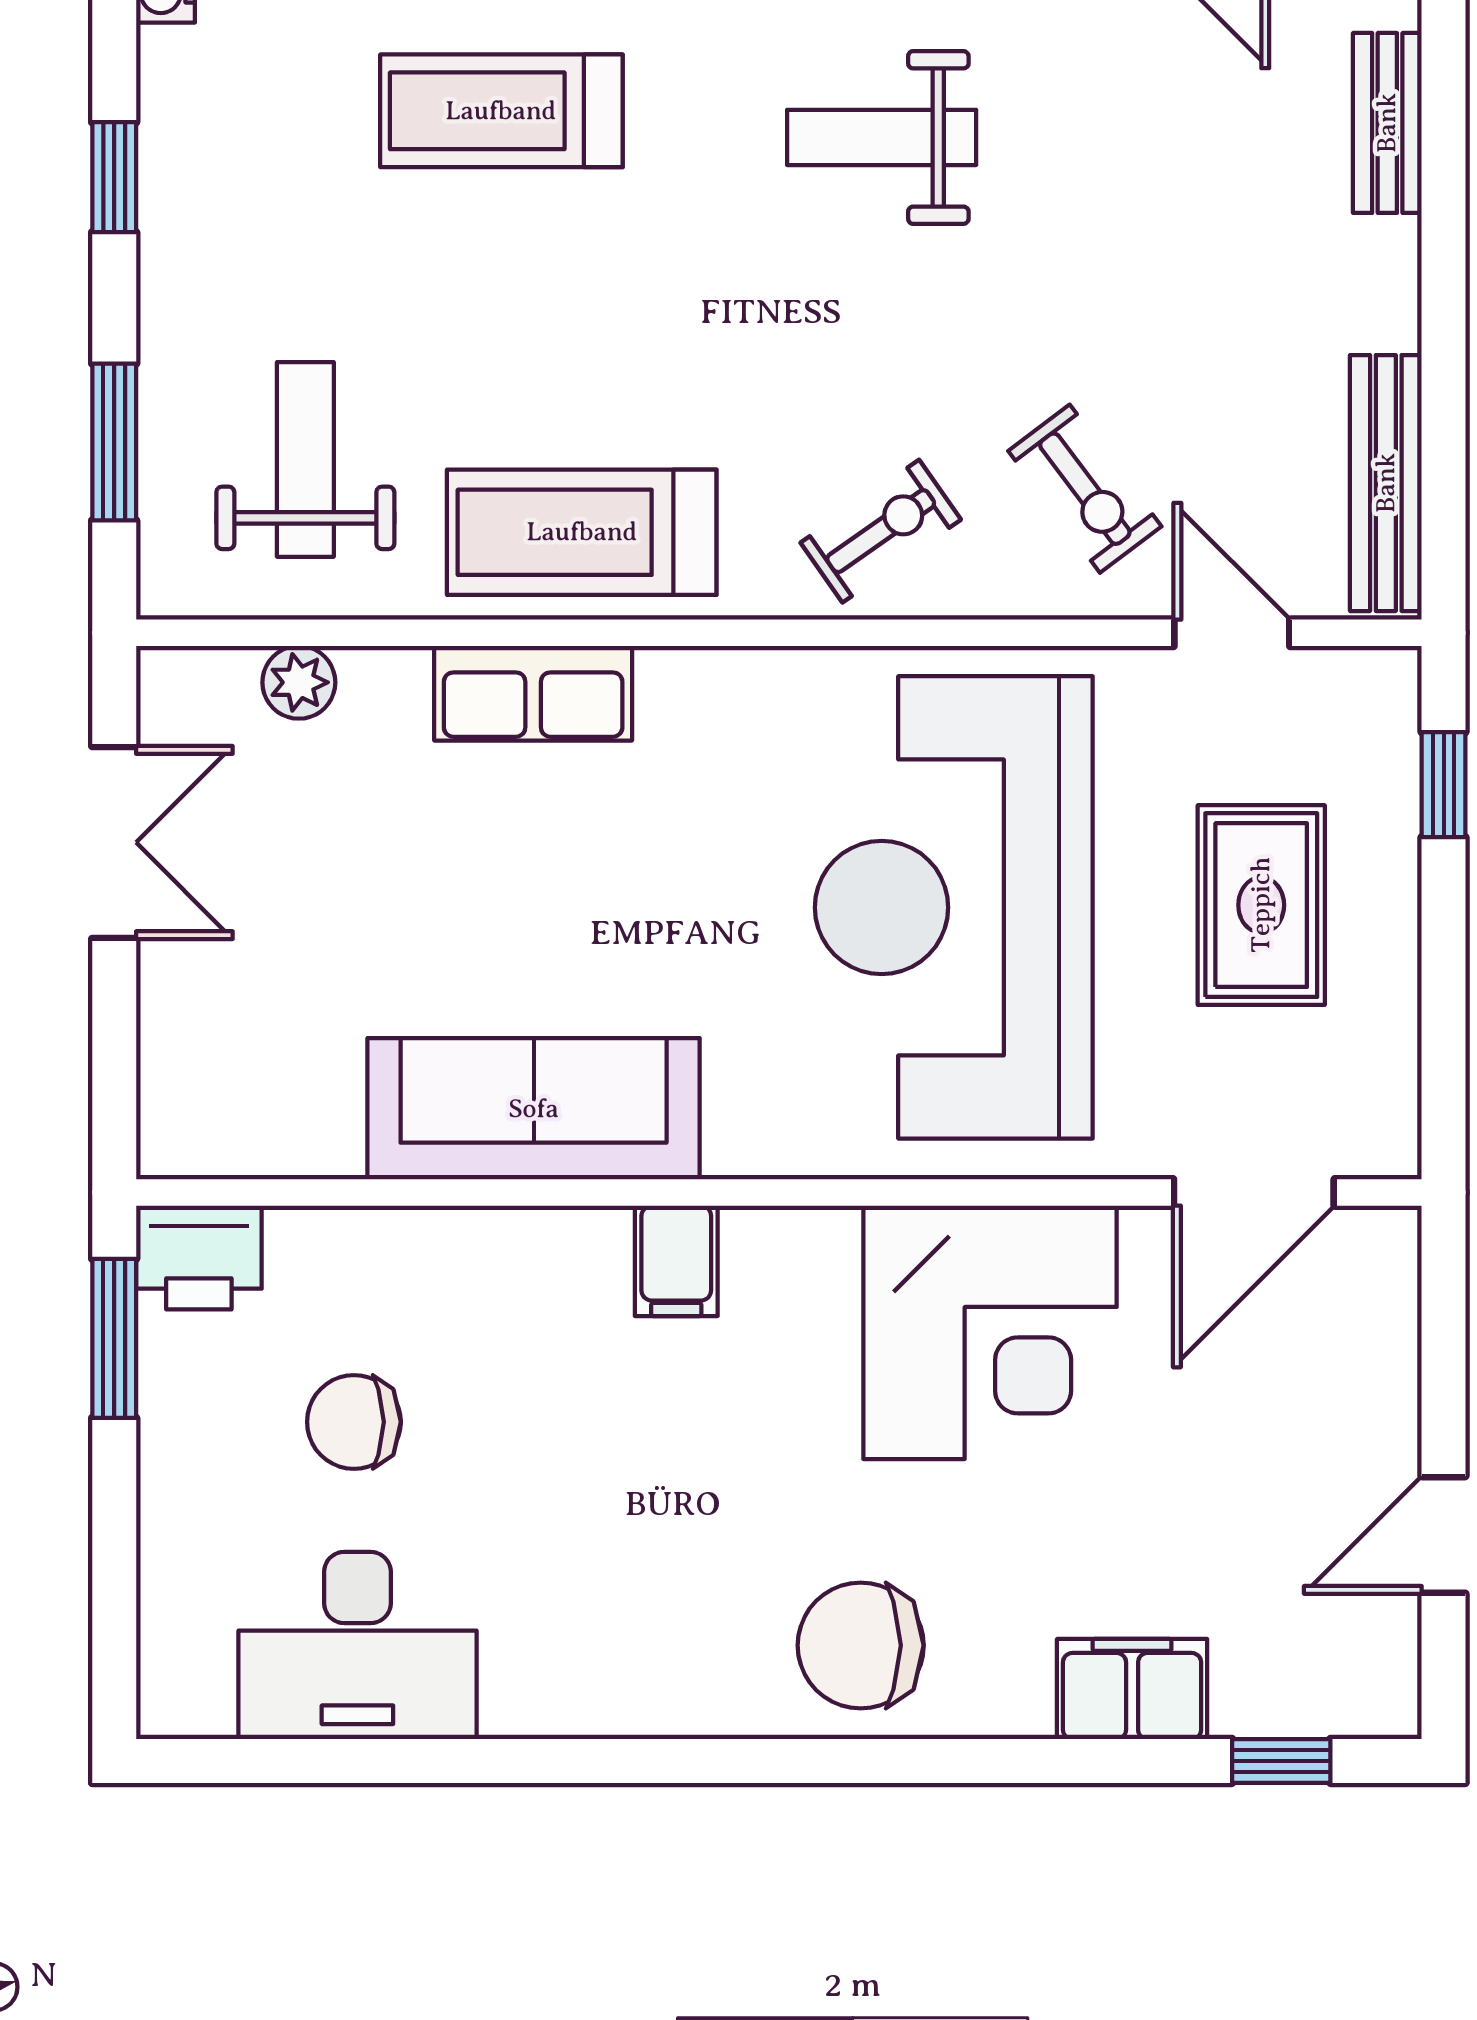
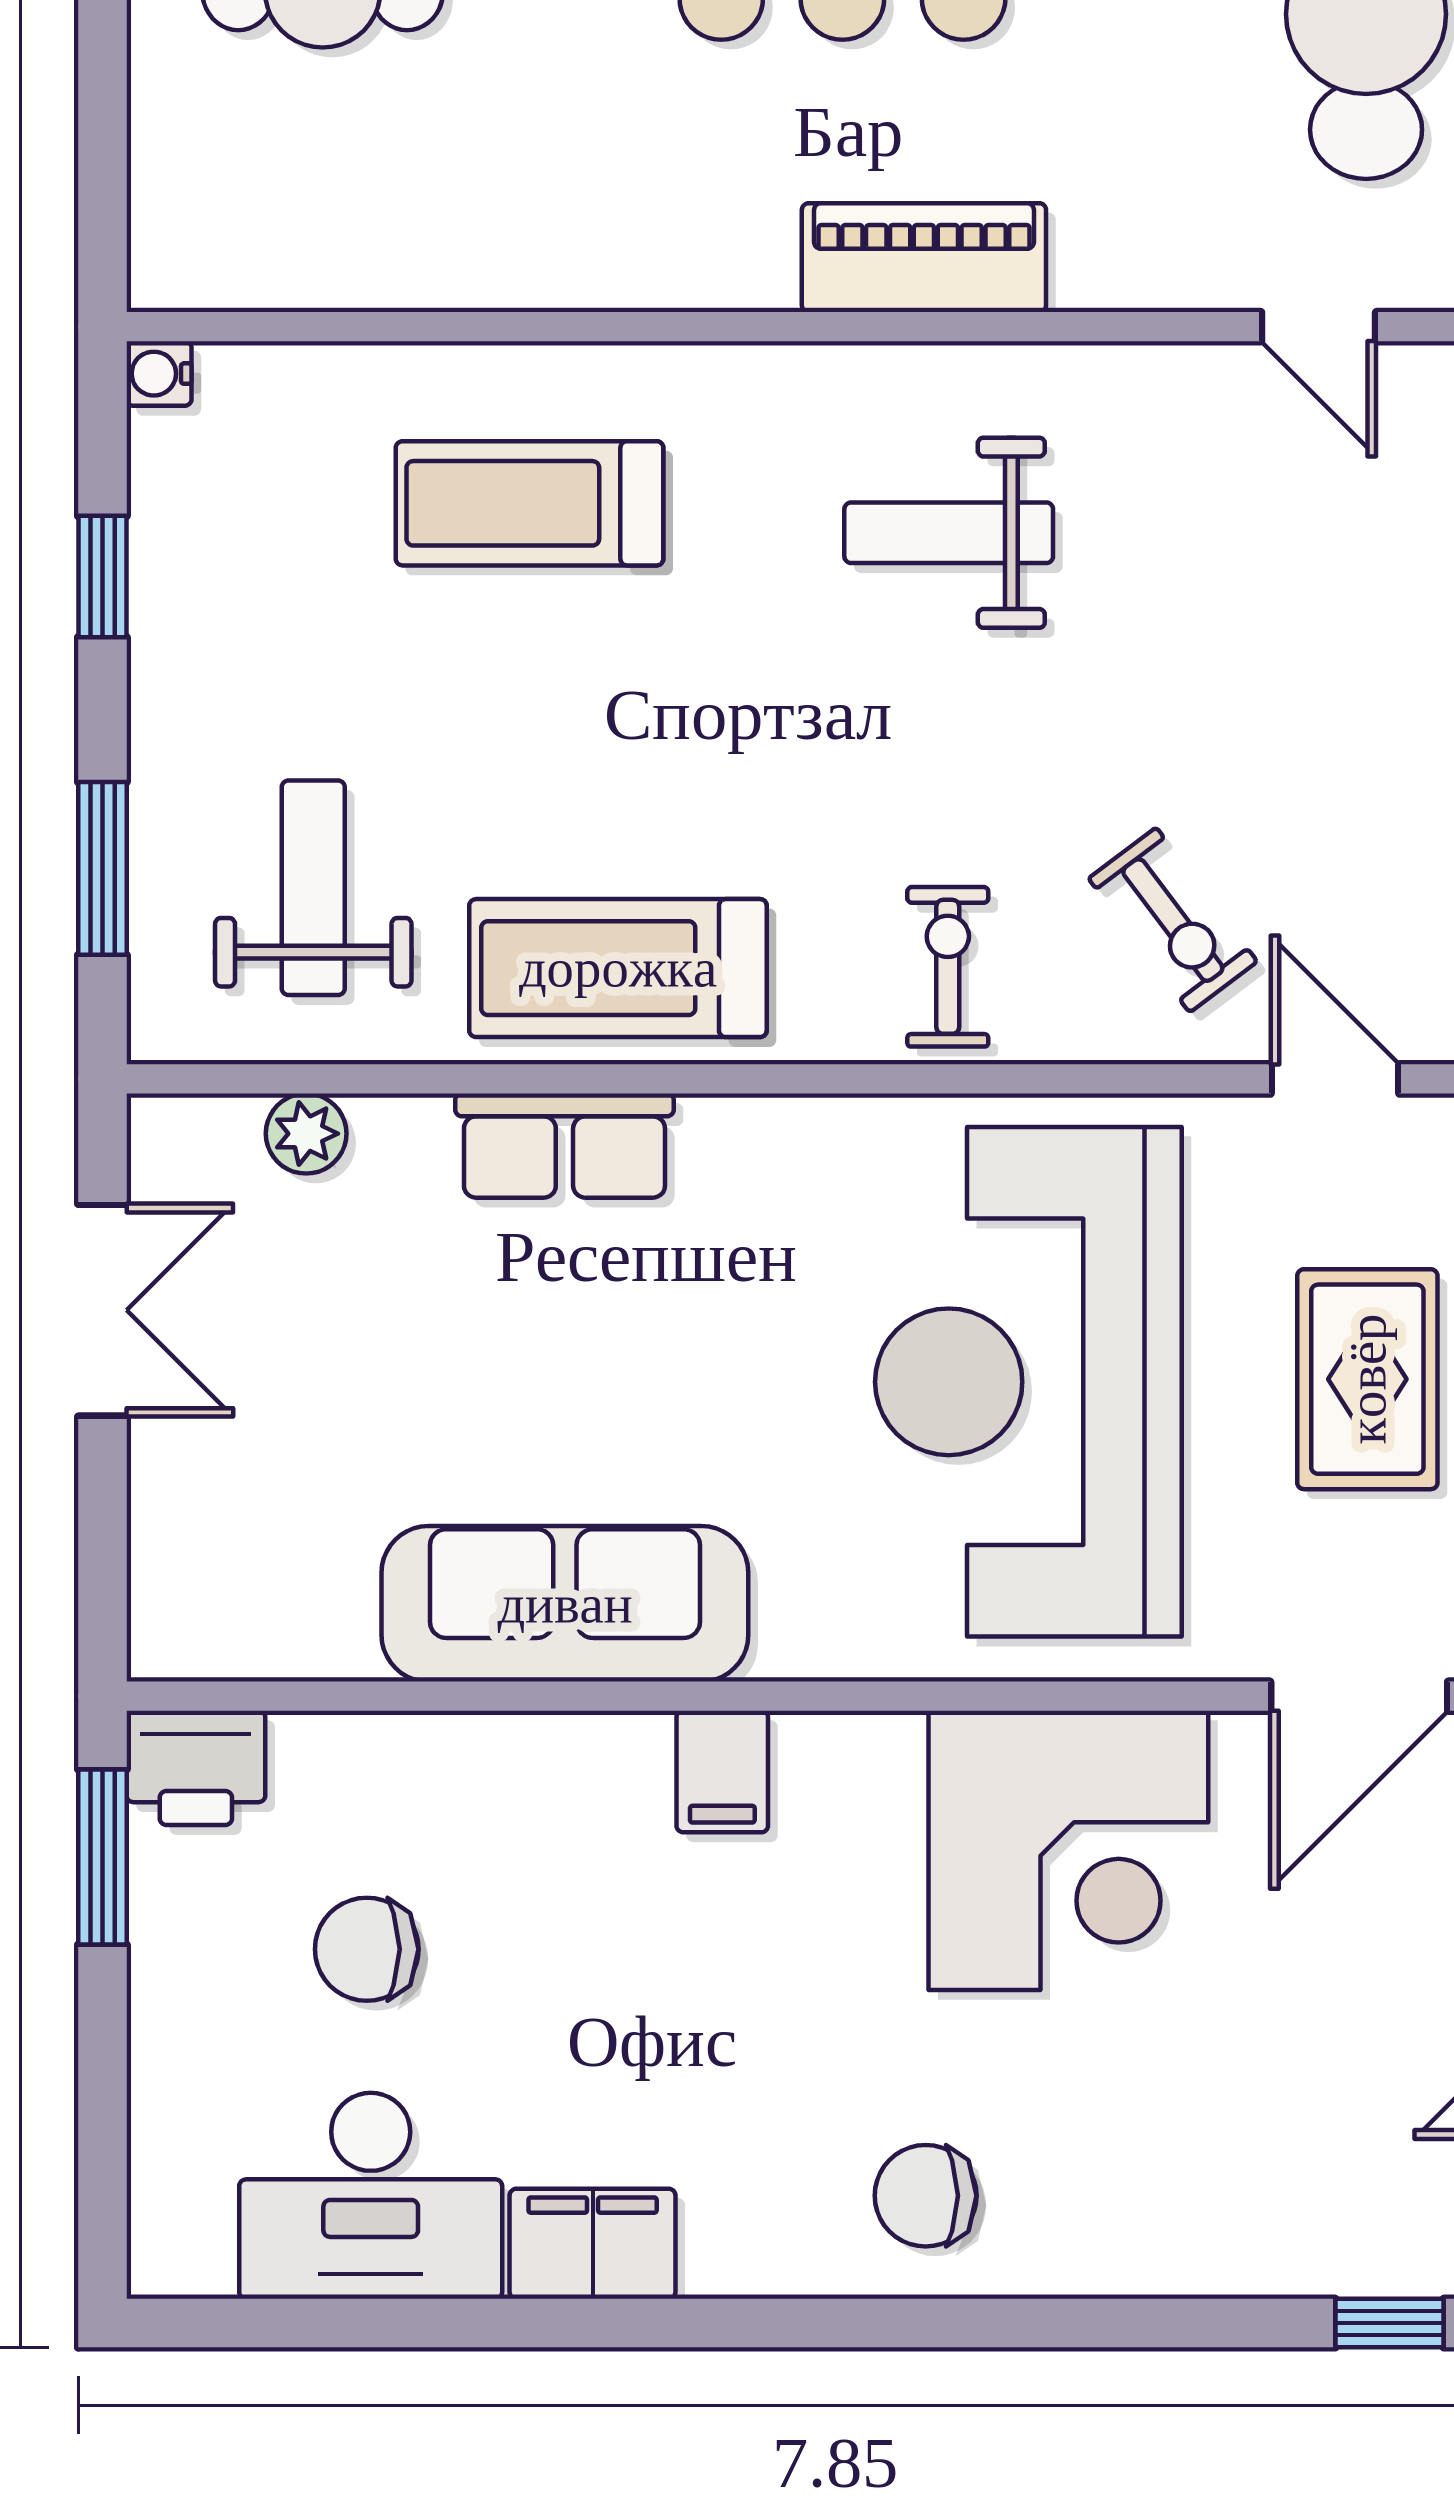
exercise bike: (881, 531) -> (948, 967), turned -55
chair: (861, 1645) -> (926, 2196), width x0.73, depth x0.73
filing cabinet: (1132, 1689) -> (593, 2244), moved

